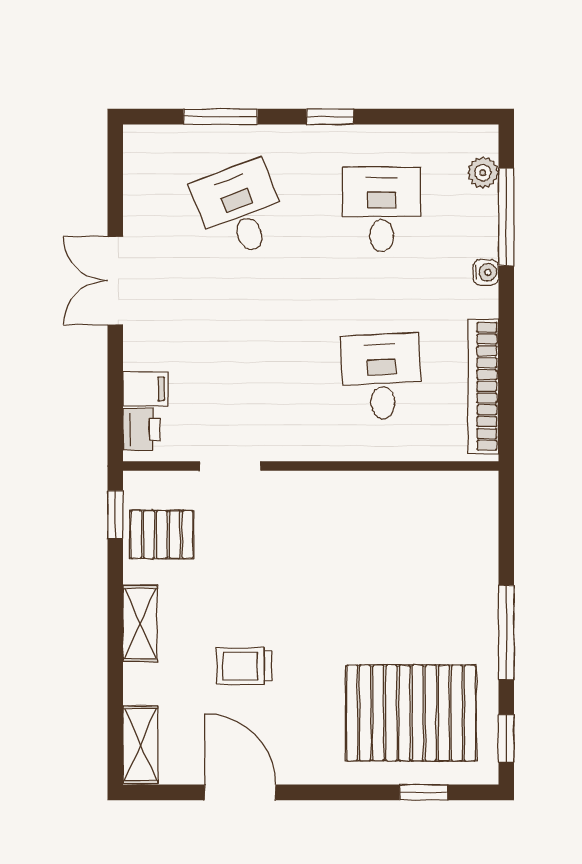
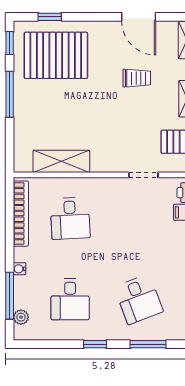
shelving: (400, 494) -> (61, 161), added

